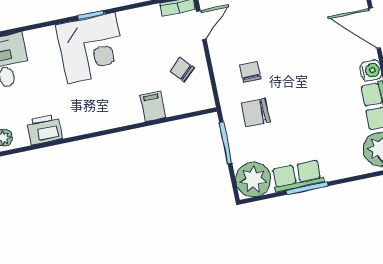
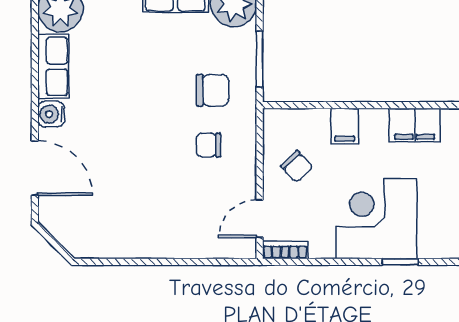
corner desk: (91, 48) -> (376, 219), moved
chair: (250, 72) -> (209, 145), turned 90
filing cabinet: (101, 118) -> (415, 125), added

